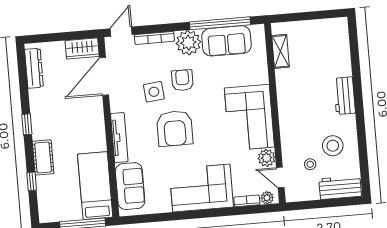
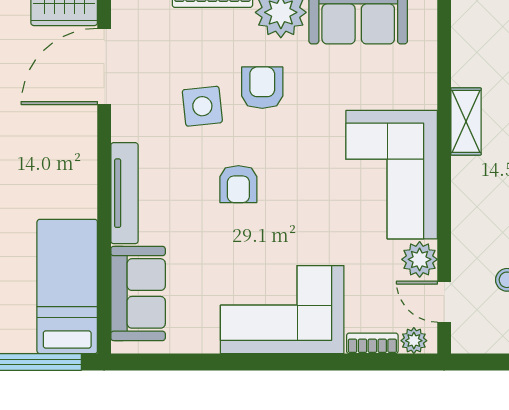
shelving: (280, 51) -> (466, 121), moved
armchair: (175, 128) -> (238, 184), width x0.53, depth x0.53

